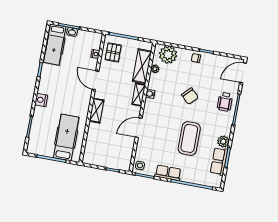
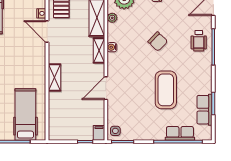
door: (96, 80) -> (47, 32), moved
plant: (223, 141) -> (205, 86), removed
filing cabinet: (126, 165) -> (99, 133), added
row of seats: (168, 173) -> (180, 133), moved

